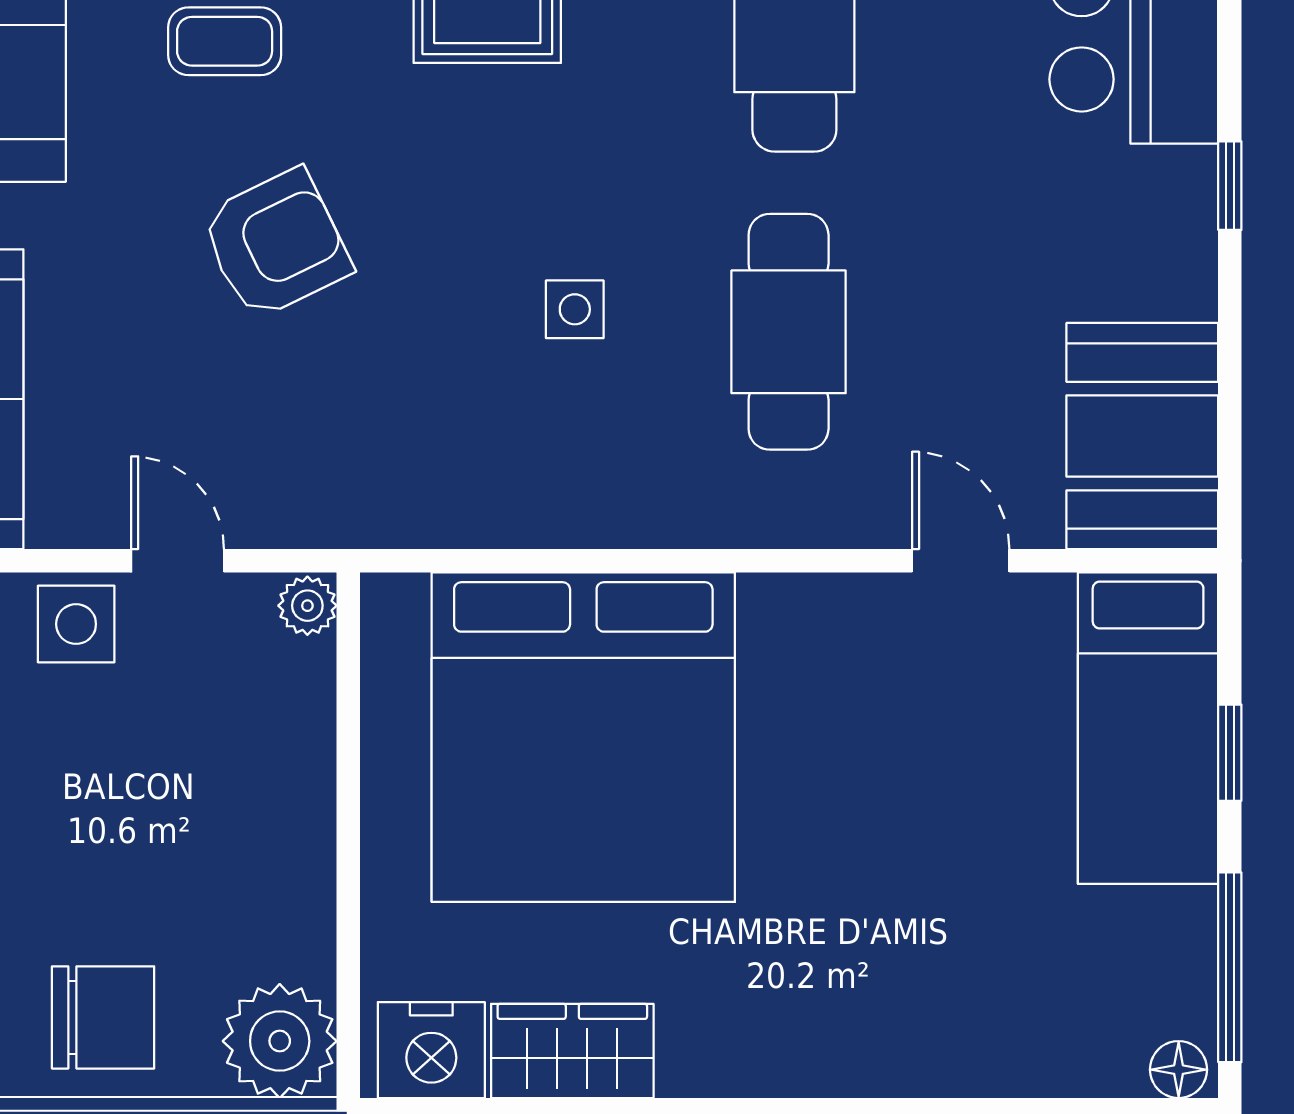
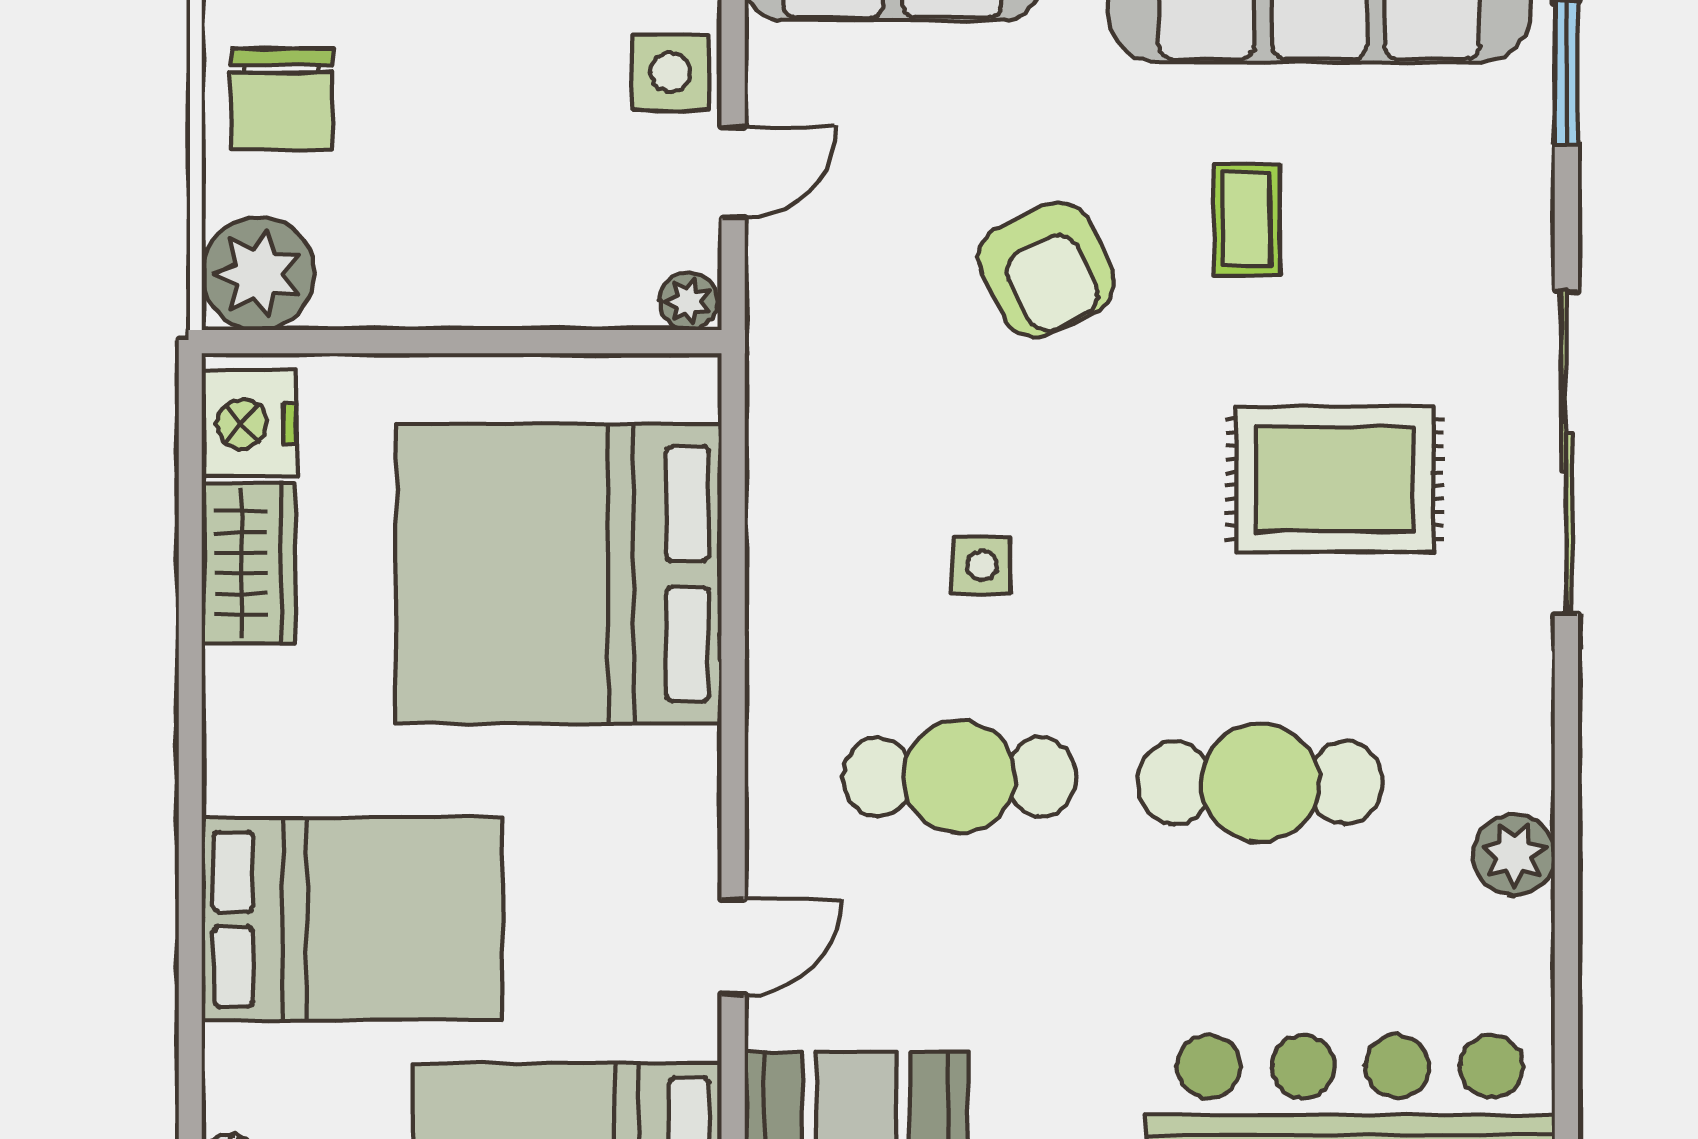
bed: (932, 946) -> (352, 919), added

